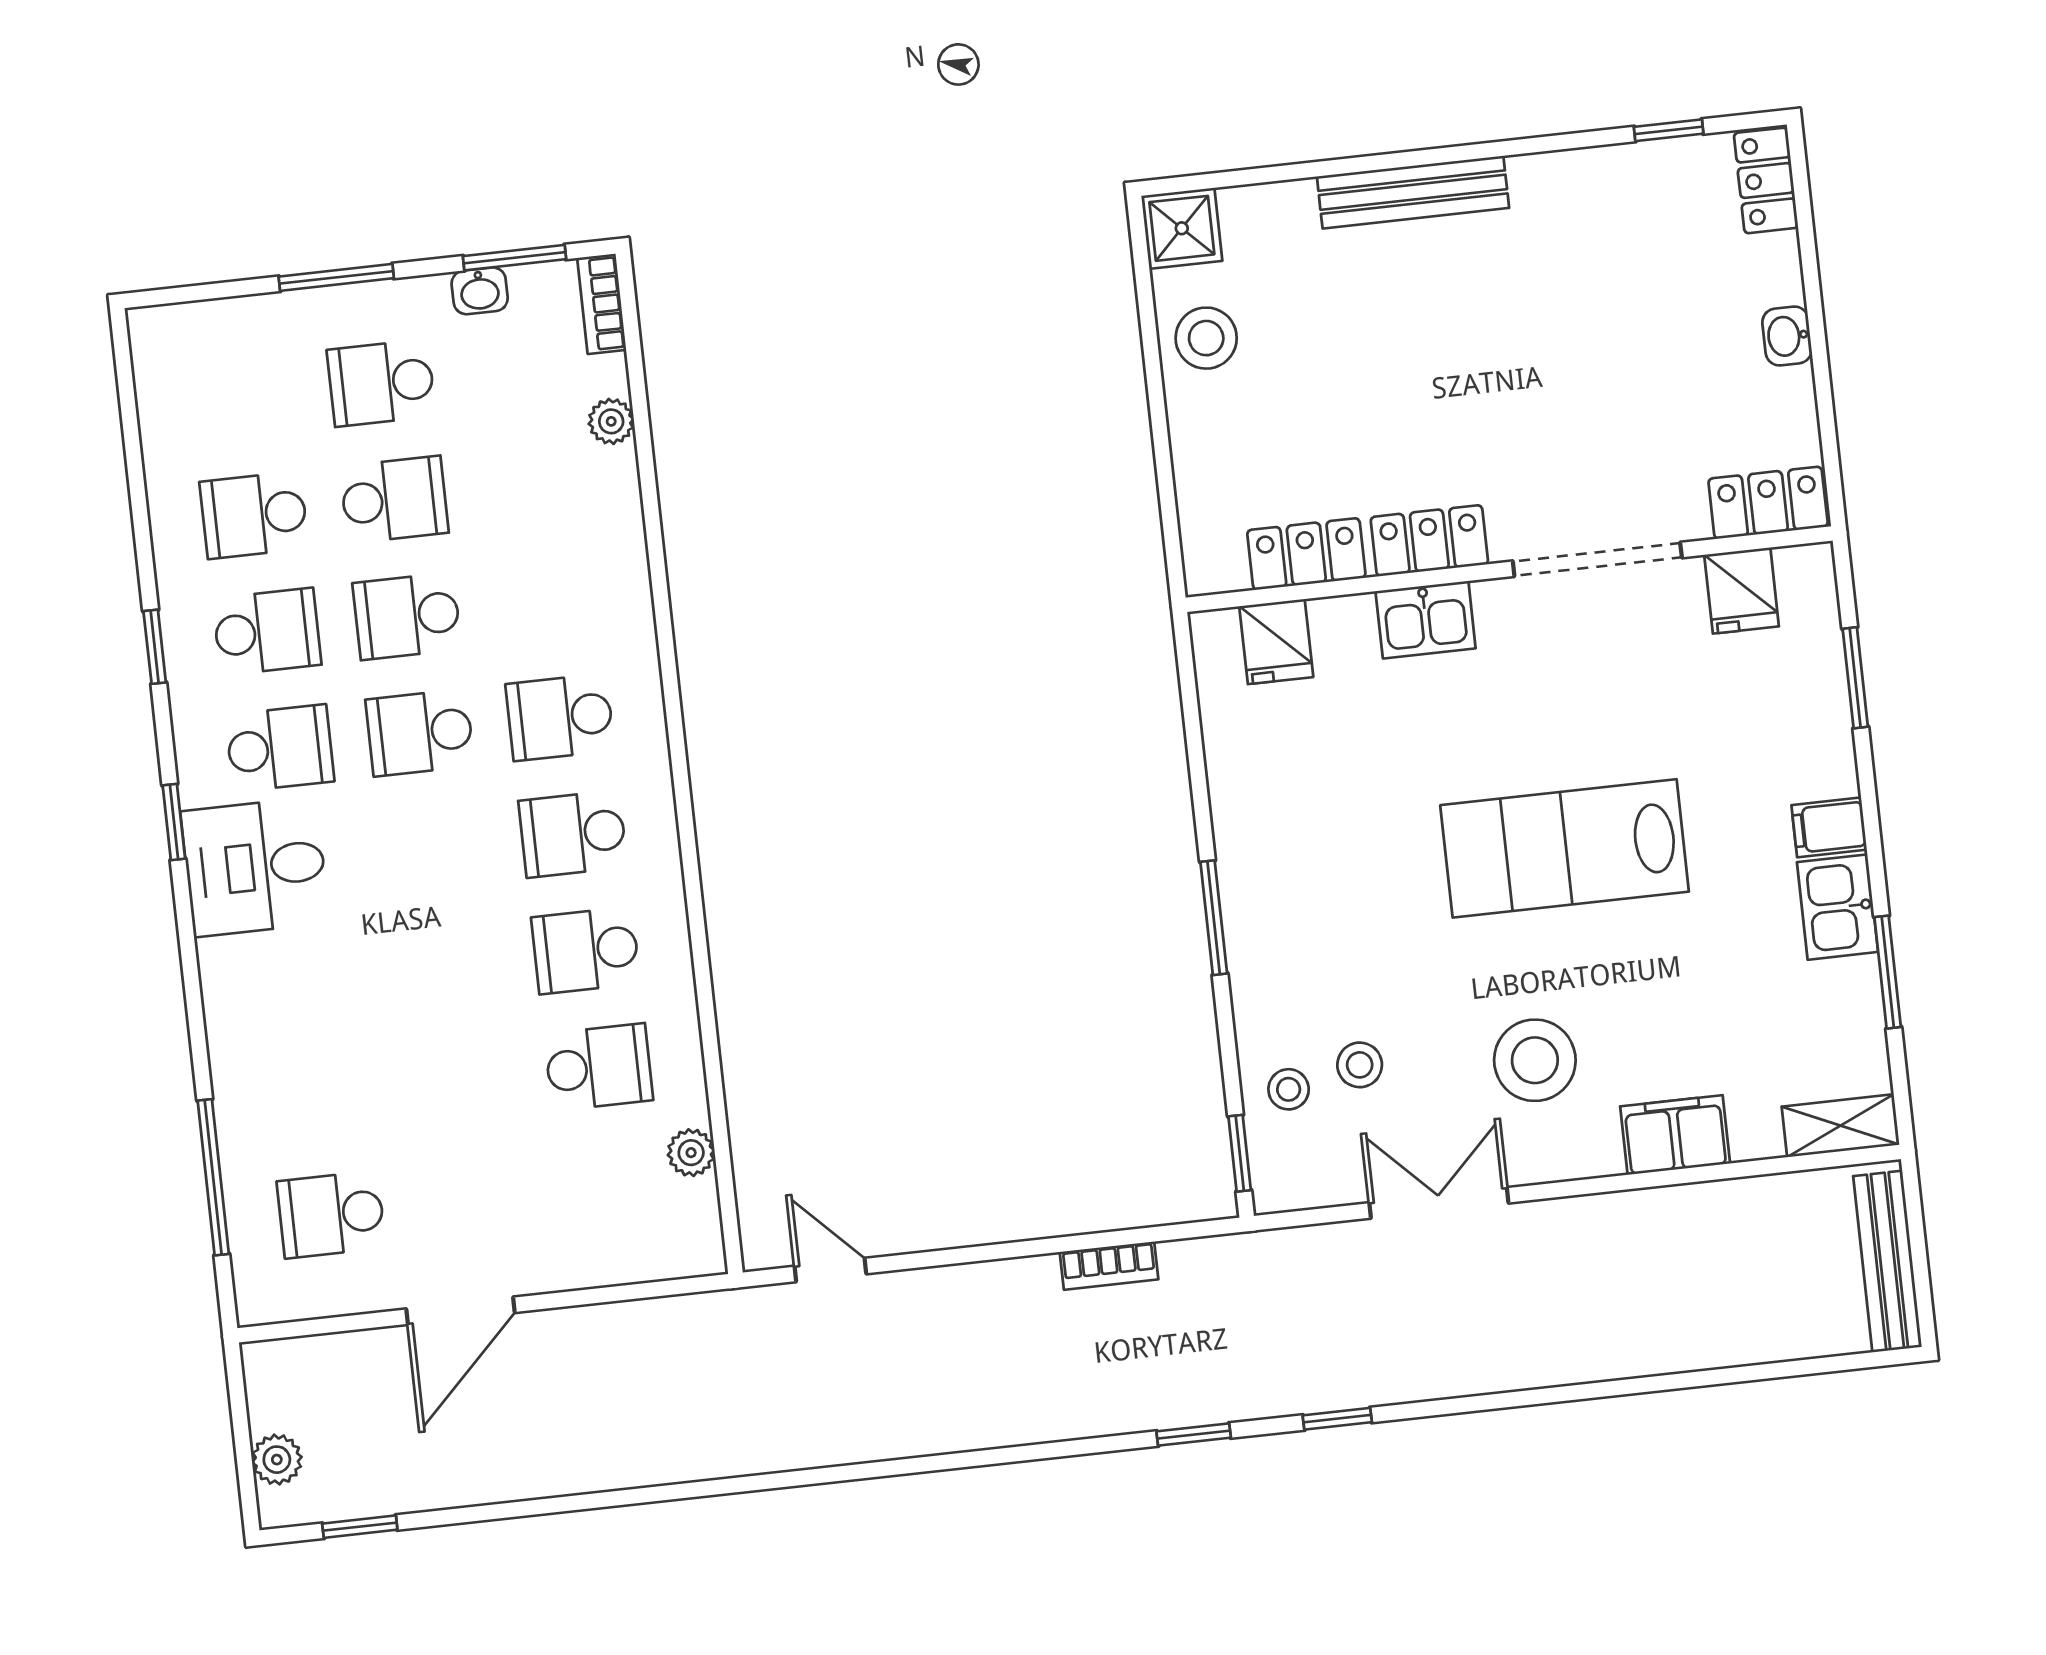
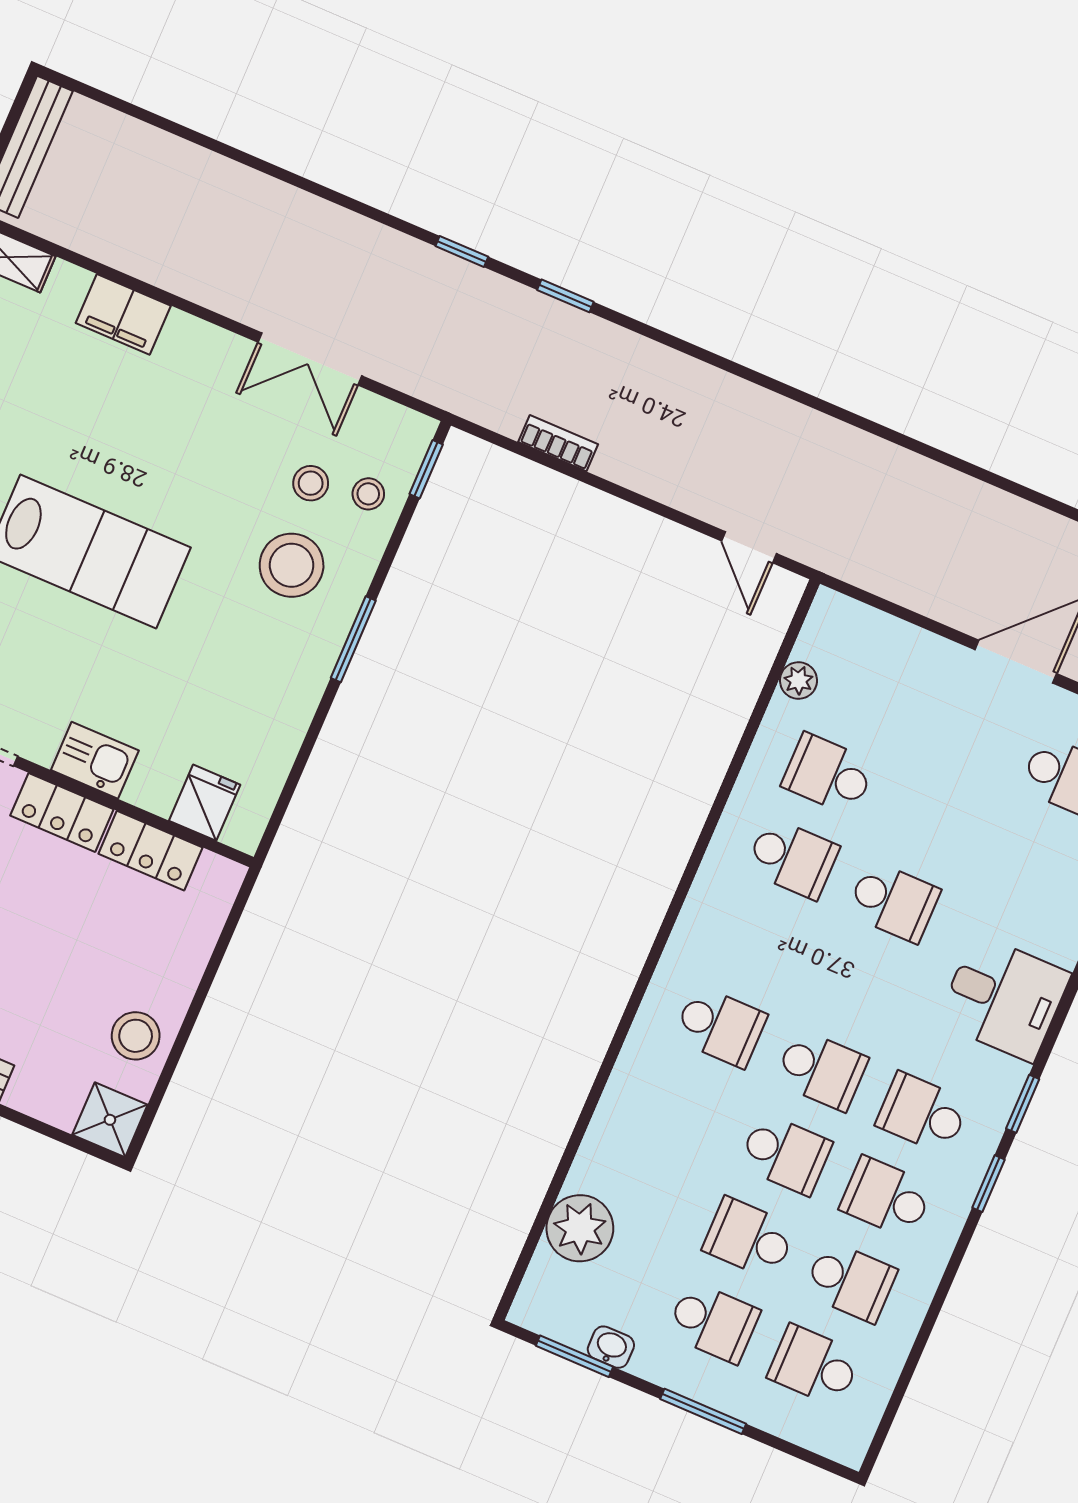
bookcase: (602, 304) -> (533, 1291), removed
school desk: (241, 398) -> (814, 1366), added
plant: (611, 421) -> (580, 1228), width x1.88, depth x1.88
window: (155, 647) -> (988, 1184), moved
school desk: (573, 834) -> (893, 902), moved
desk: (255, 867) -> (1004, 998), moved
stool: (1535, 1060) -> (292, 565), moved

